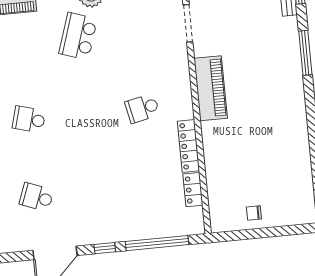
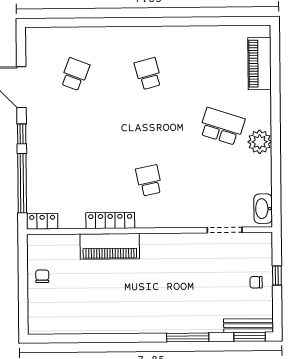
piano: (211, 88) -> (110, 246), moved
school desk: (29, 119) -> (148, 74), turned -30
locker: (193, 190) -> (42, 221), moved

